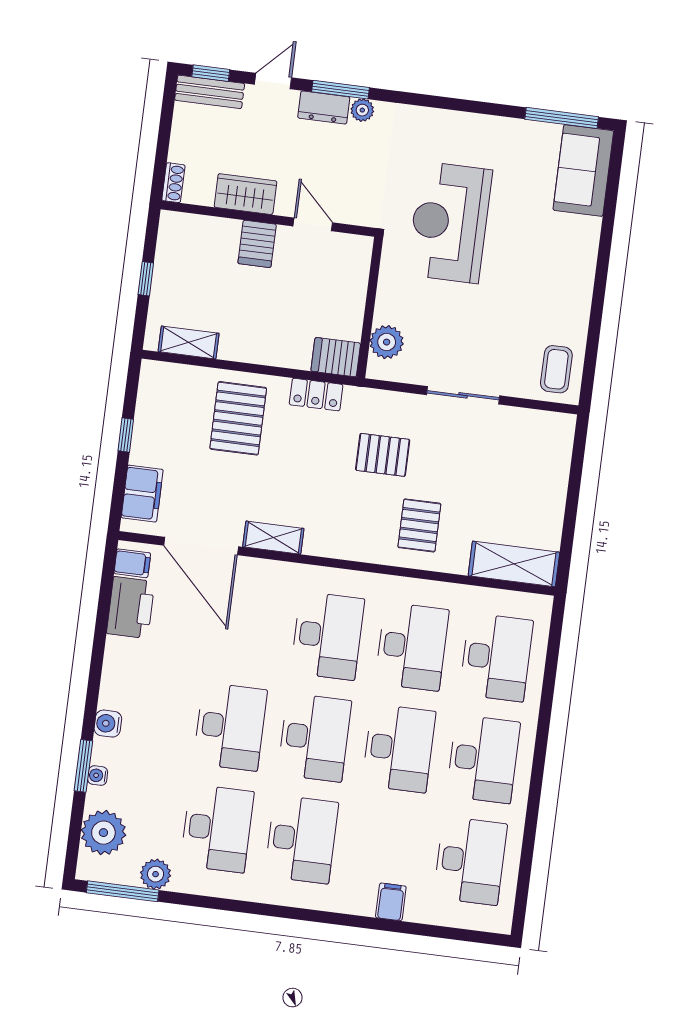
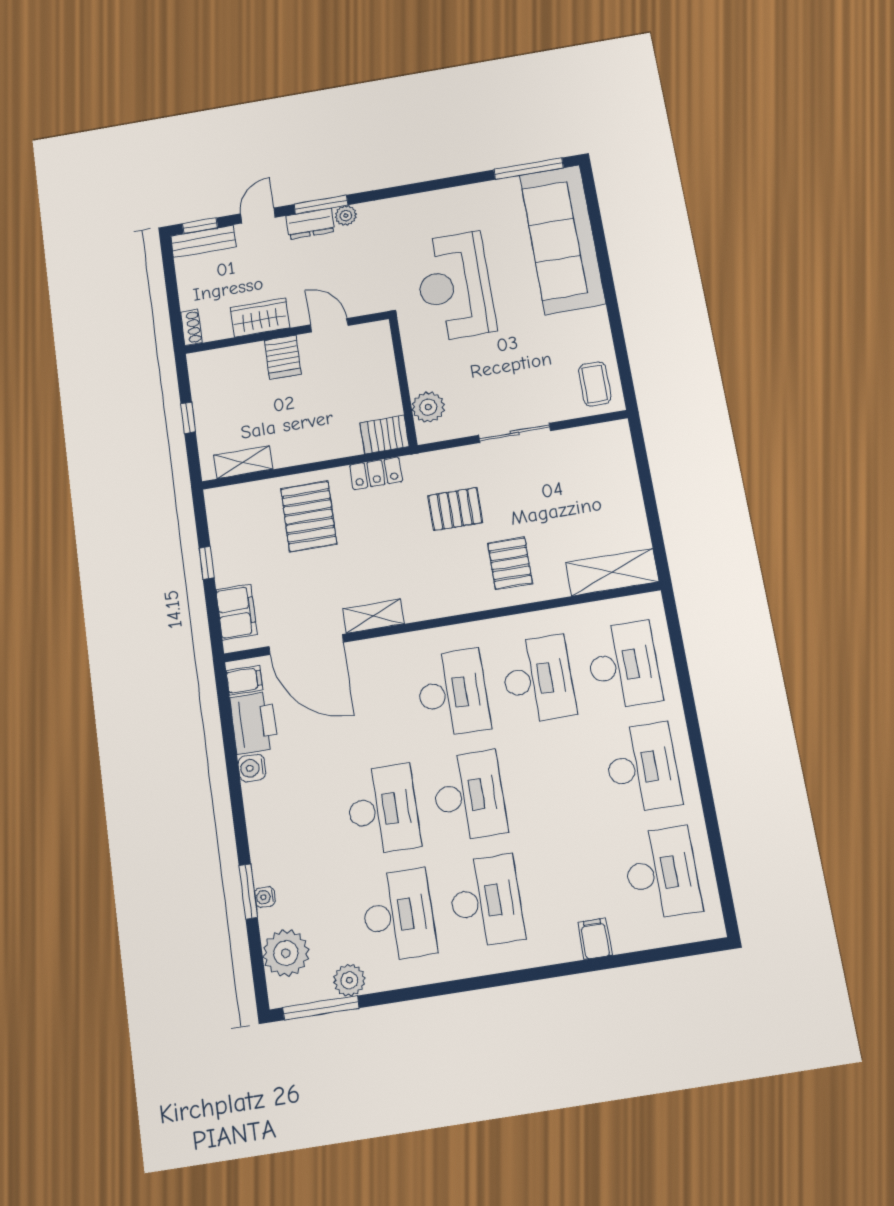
sofa: (583, 170) -> (562, 239), width x1.85, depth x1.27
water cooler: (108, 724) -> (252, 768), moved
desk: (399, 748) -> (556, 782), removed

